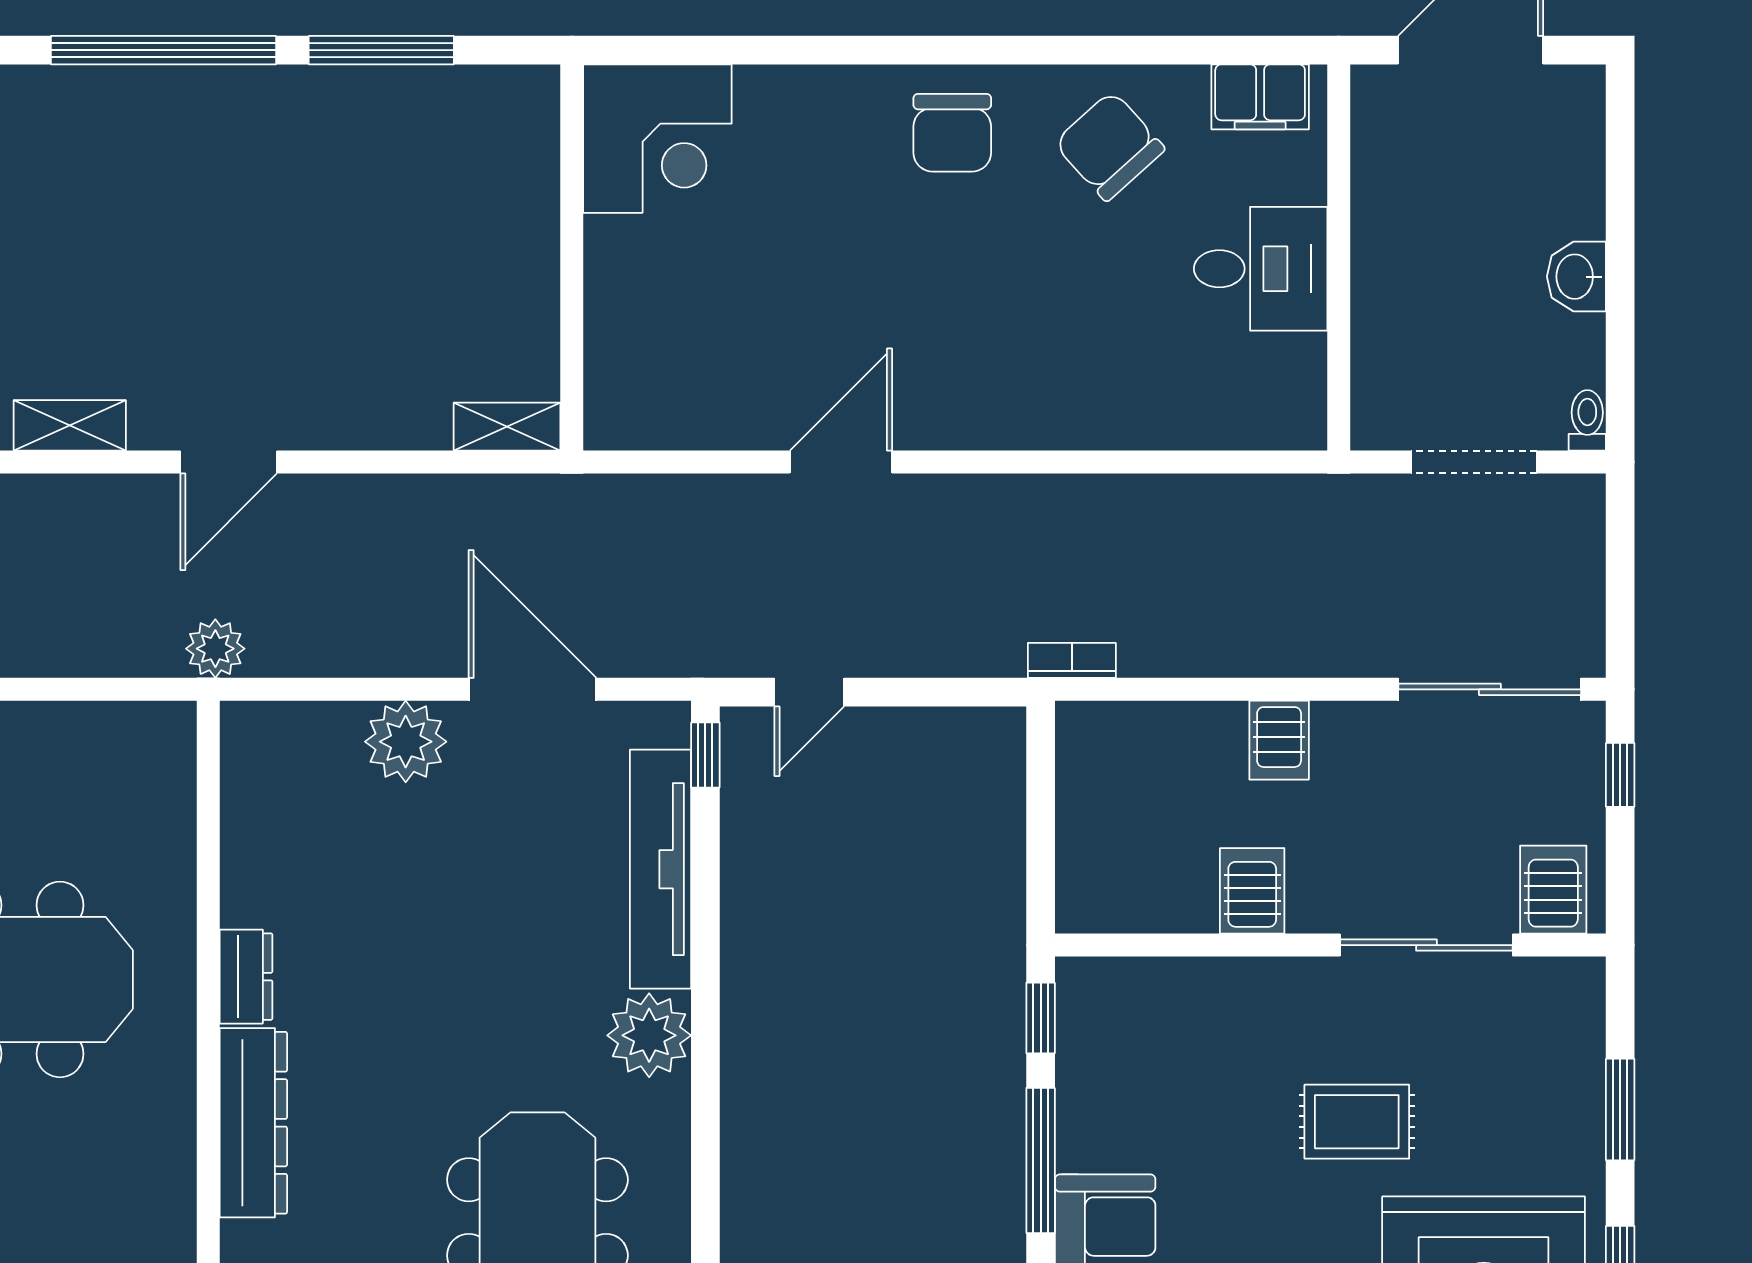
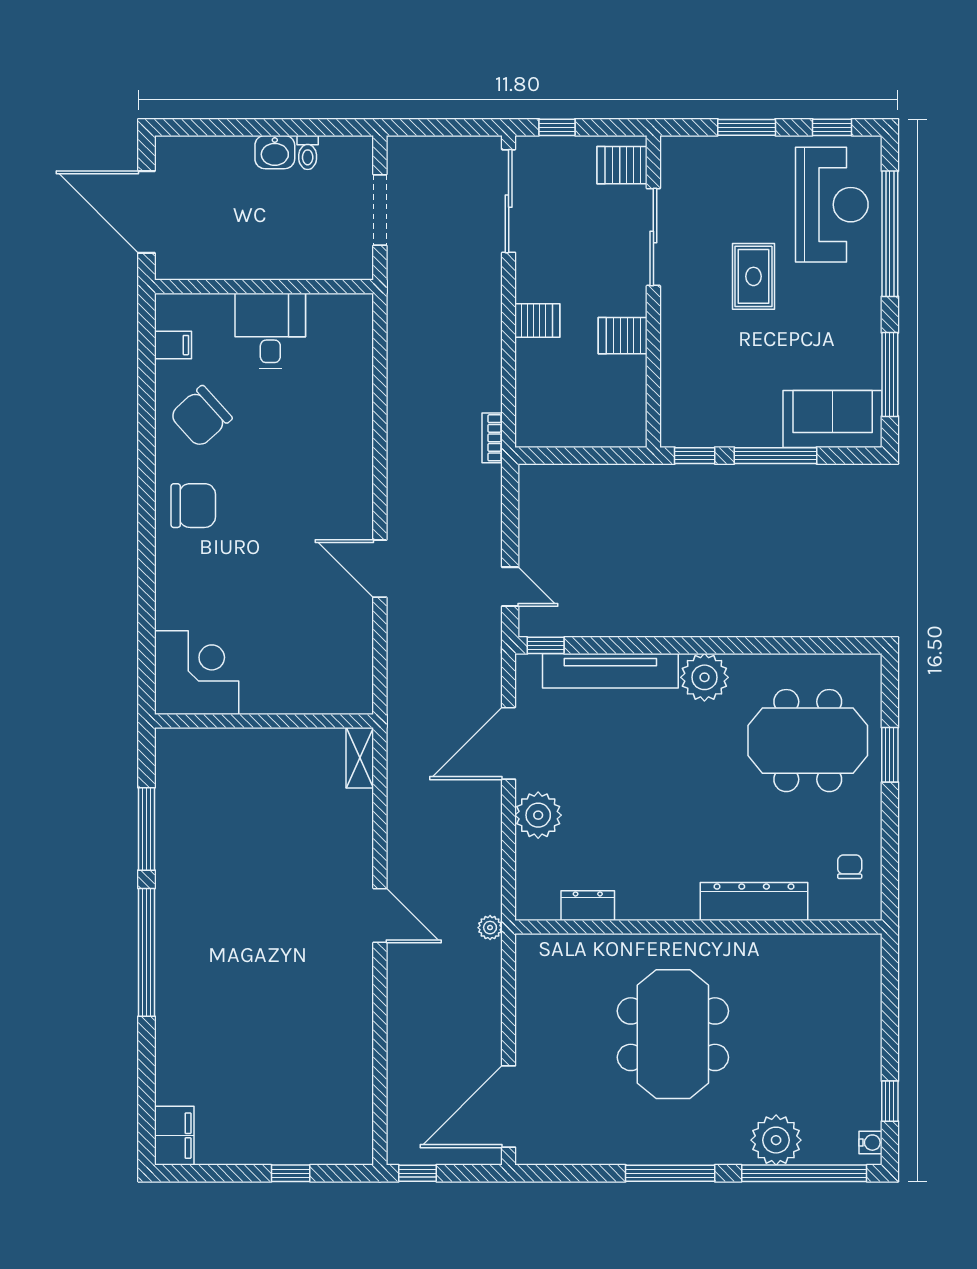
filing cabinet: (1260, 97) -> (173, 345), width x0.50
toilet: (1587, 420) -> (308, 152), moved, turned -90
shelving: (70, 425) -> (359, 1005), removed
plant: (215, 649) -> (490, 928), width x0.73, depth x0.73
dresser: (246, 977) -> (588, 906), moved

